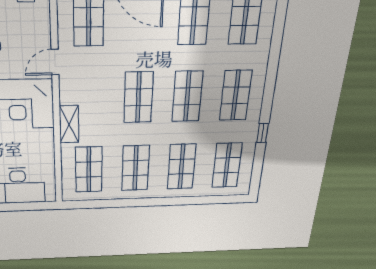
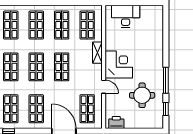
door: (55, 62) -> (104, 87), hinge flipped

